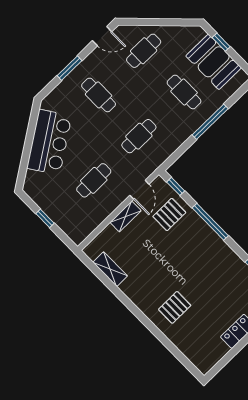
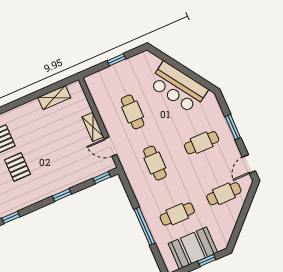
cafe table: (144, 51) -> (224, 194), turned 90
pallet: (169, 214) -> (18, 167), moved
window: (210, 222) -> (62, 195), width x0.46

